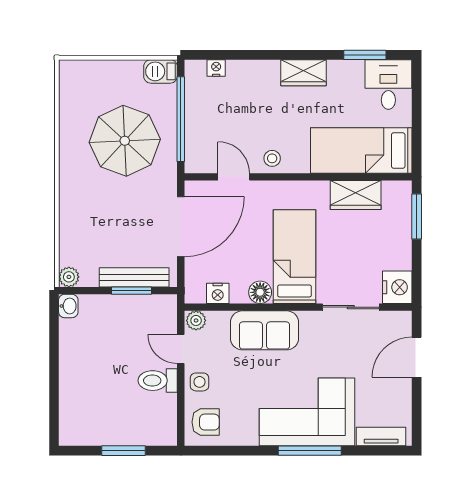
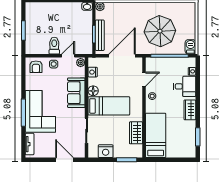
desk: (388, 84) -> (185, 86), moved
door: (181, 227) -> (122, 56), swing flipped
nightstand: (397, 287) -> (106, 151), moved

